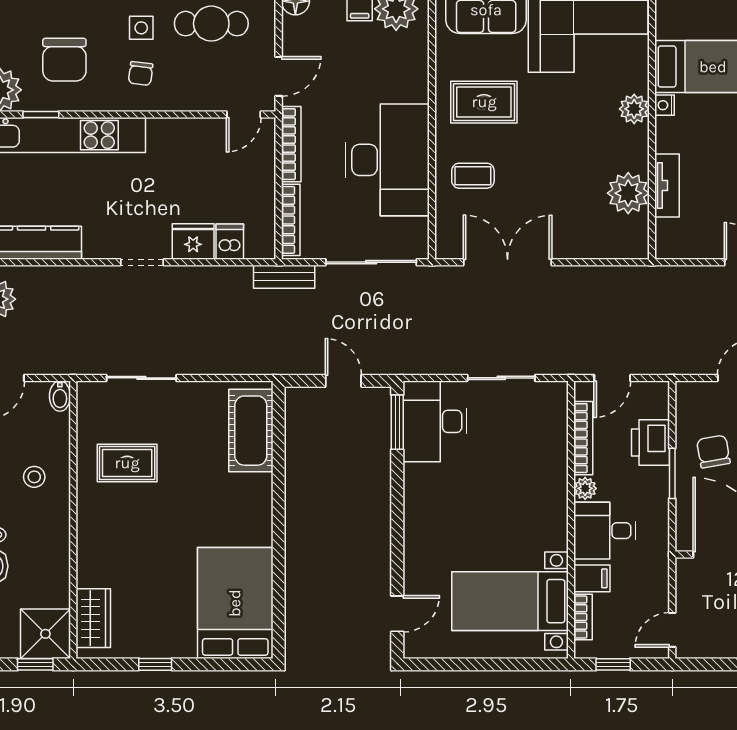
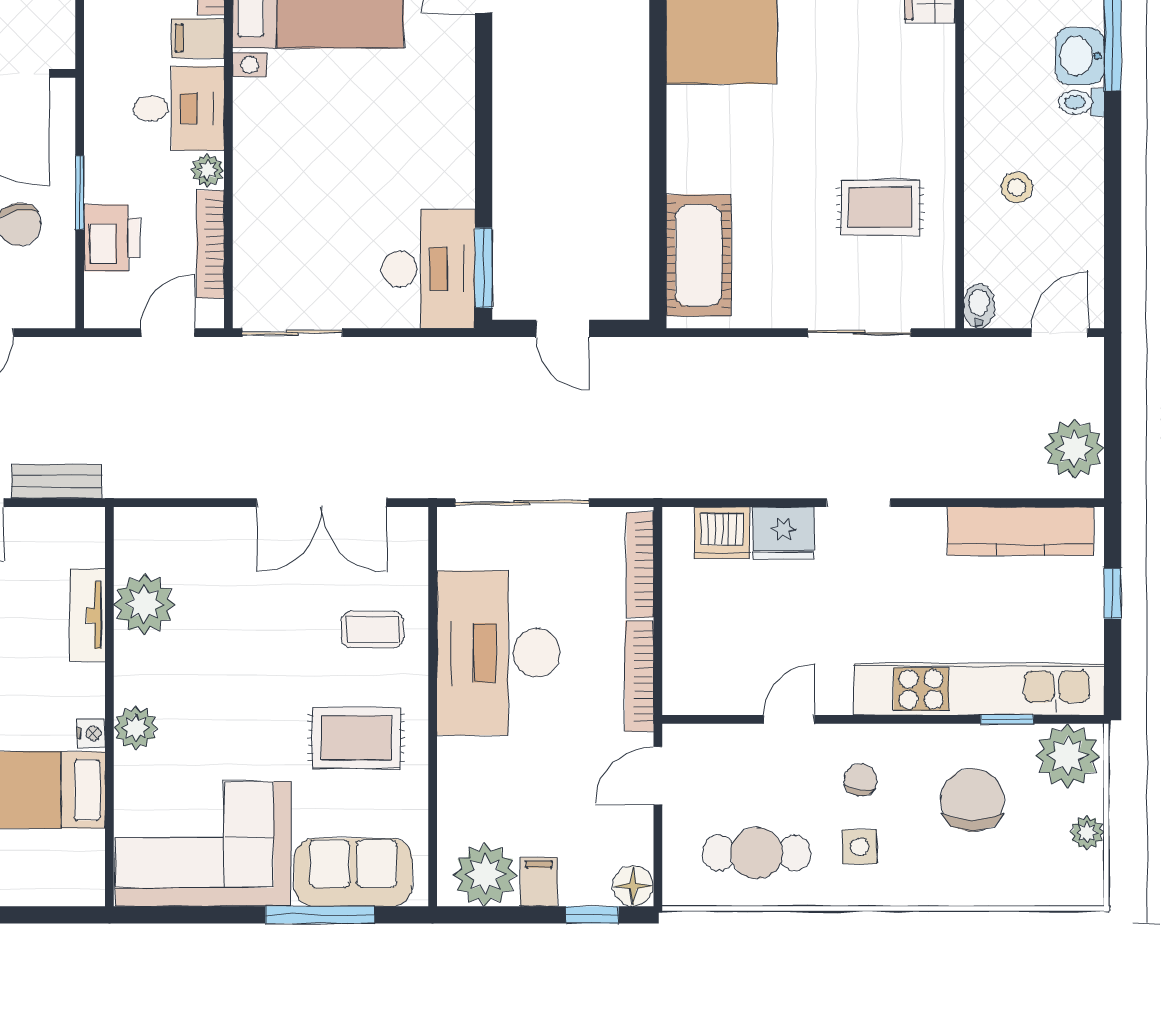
door: (244, 115) -> (789, 719), moved
dishwasher: (230, 242) -> (722, 533), width x1.38
bench: (284, 277) -> (57, 481), moved
sliding door: (501, 378) -> (292, 333), moved

